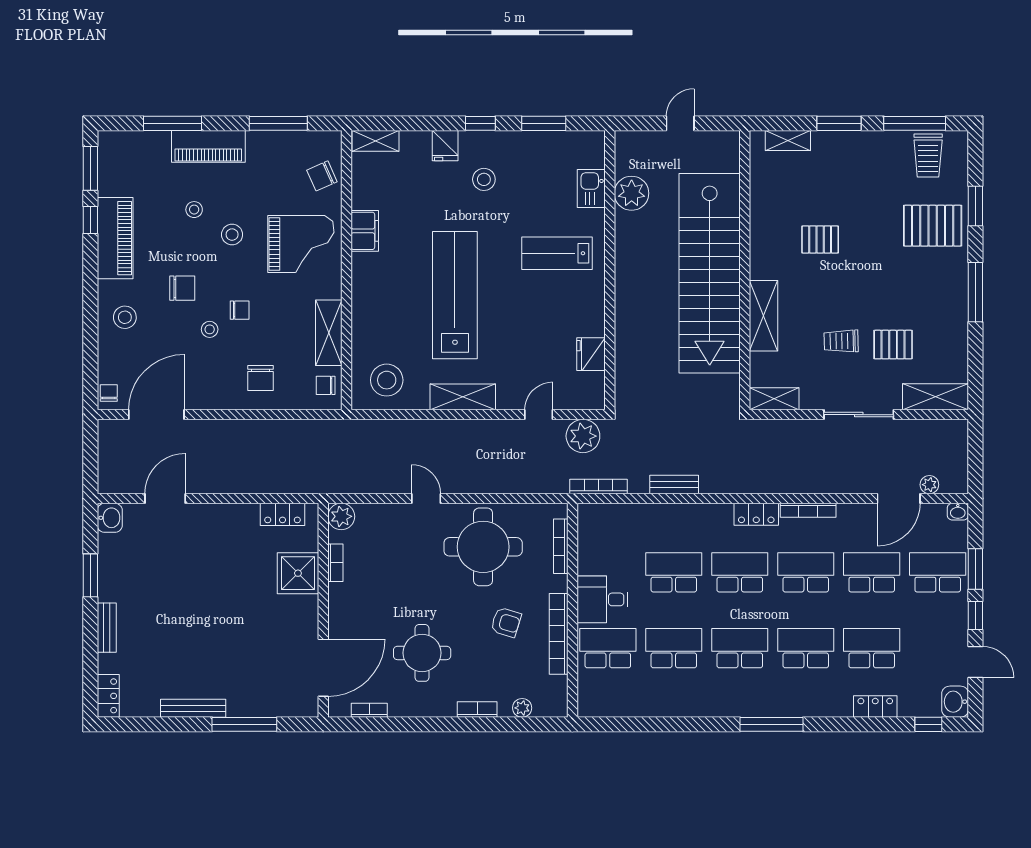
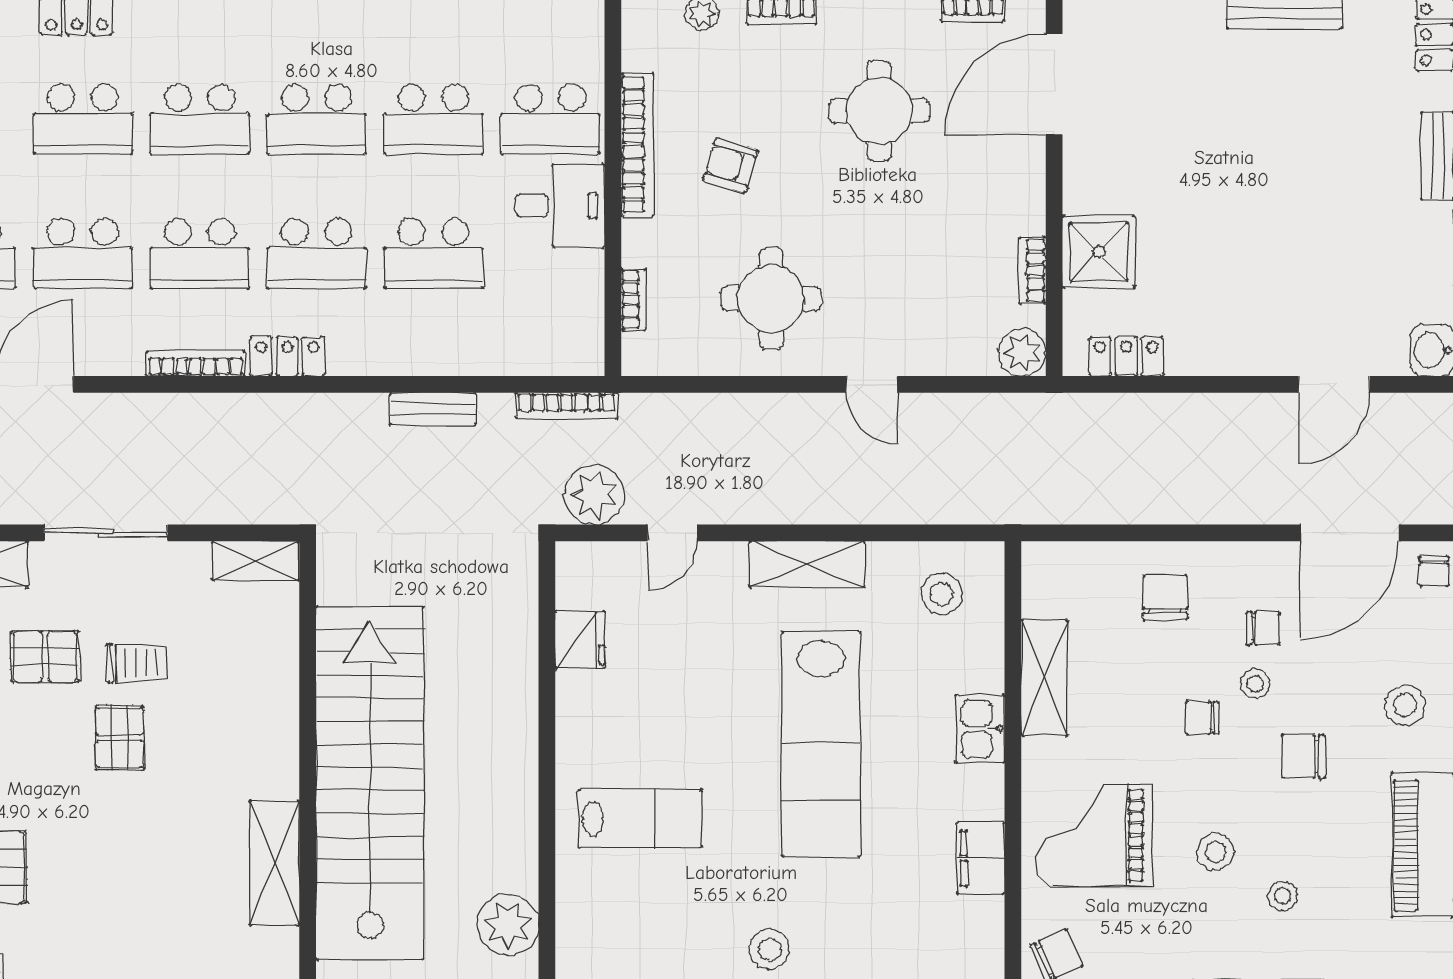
kitchen sink: (591, 189) -> (980, 729), moved, turned 180
pallet: (820, 239) -> (120, 738), moved, turned 90
shelving: (764, 316) -> (274, 863), moved
stool: (387, 380) -> (942, 594), width x0.73, depth x0.73
chair: (326, 385) -> (1263, 629), moved
bookcase: (561, 546) -> (633, 300), width x0.64
round table: (483, 547) -> (771, 299), width x0.73, depth x0.73

